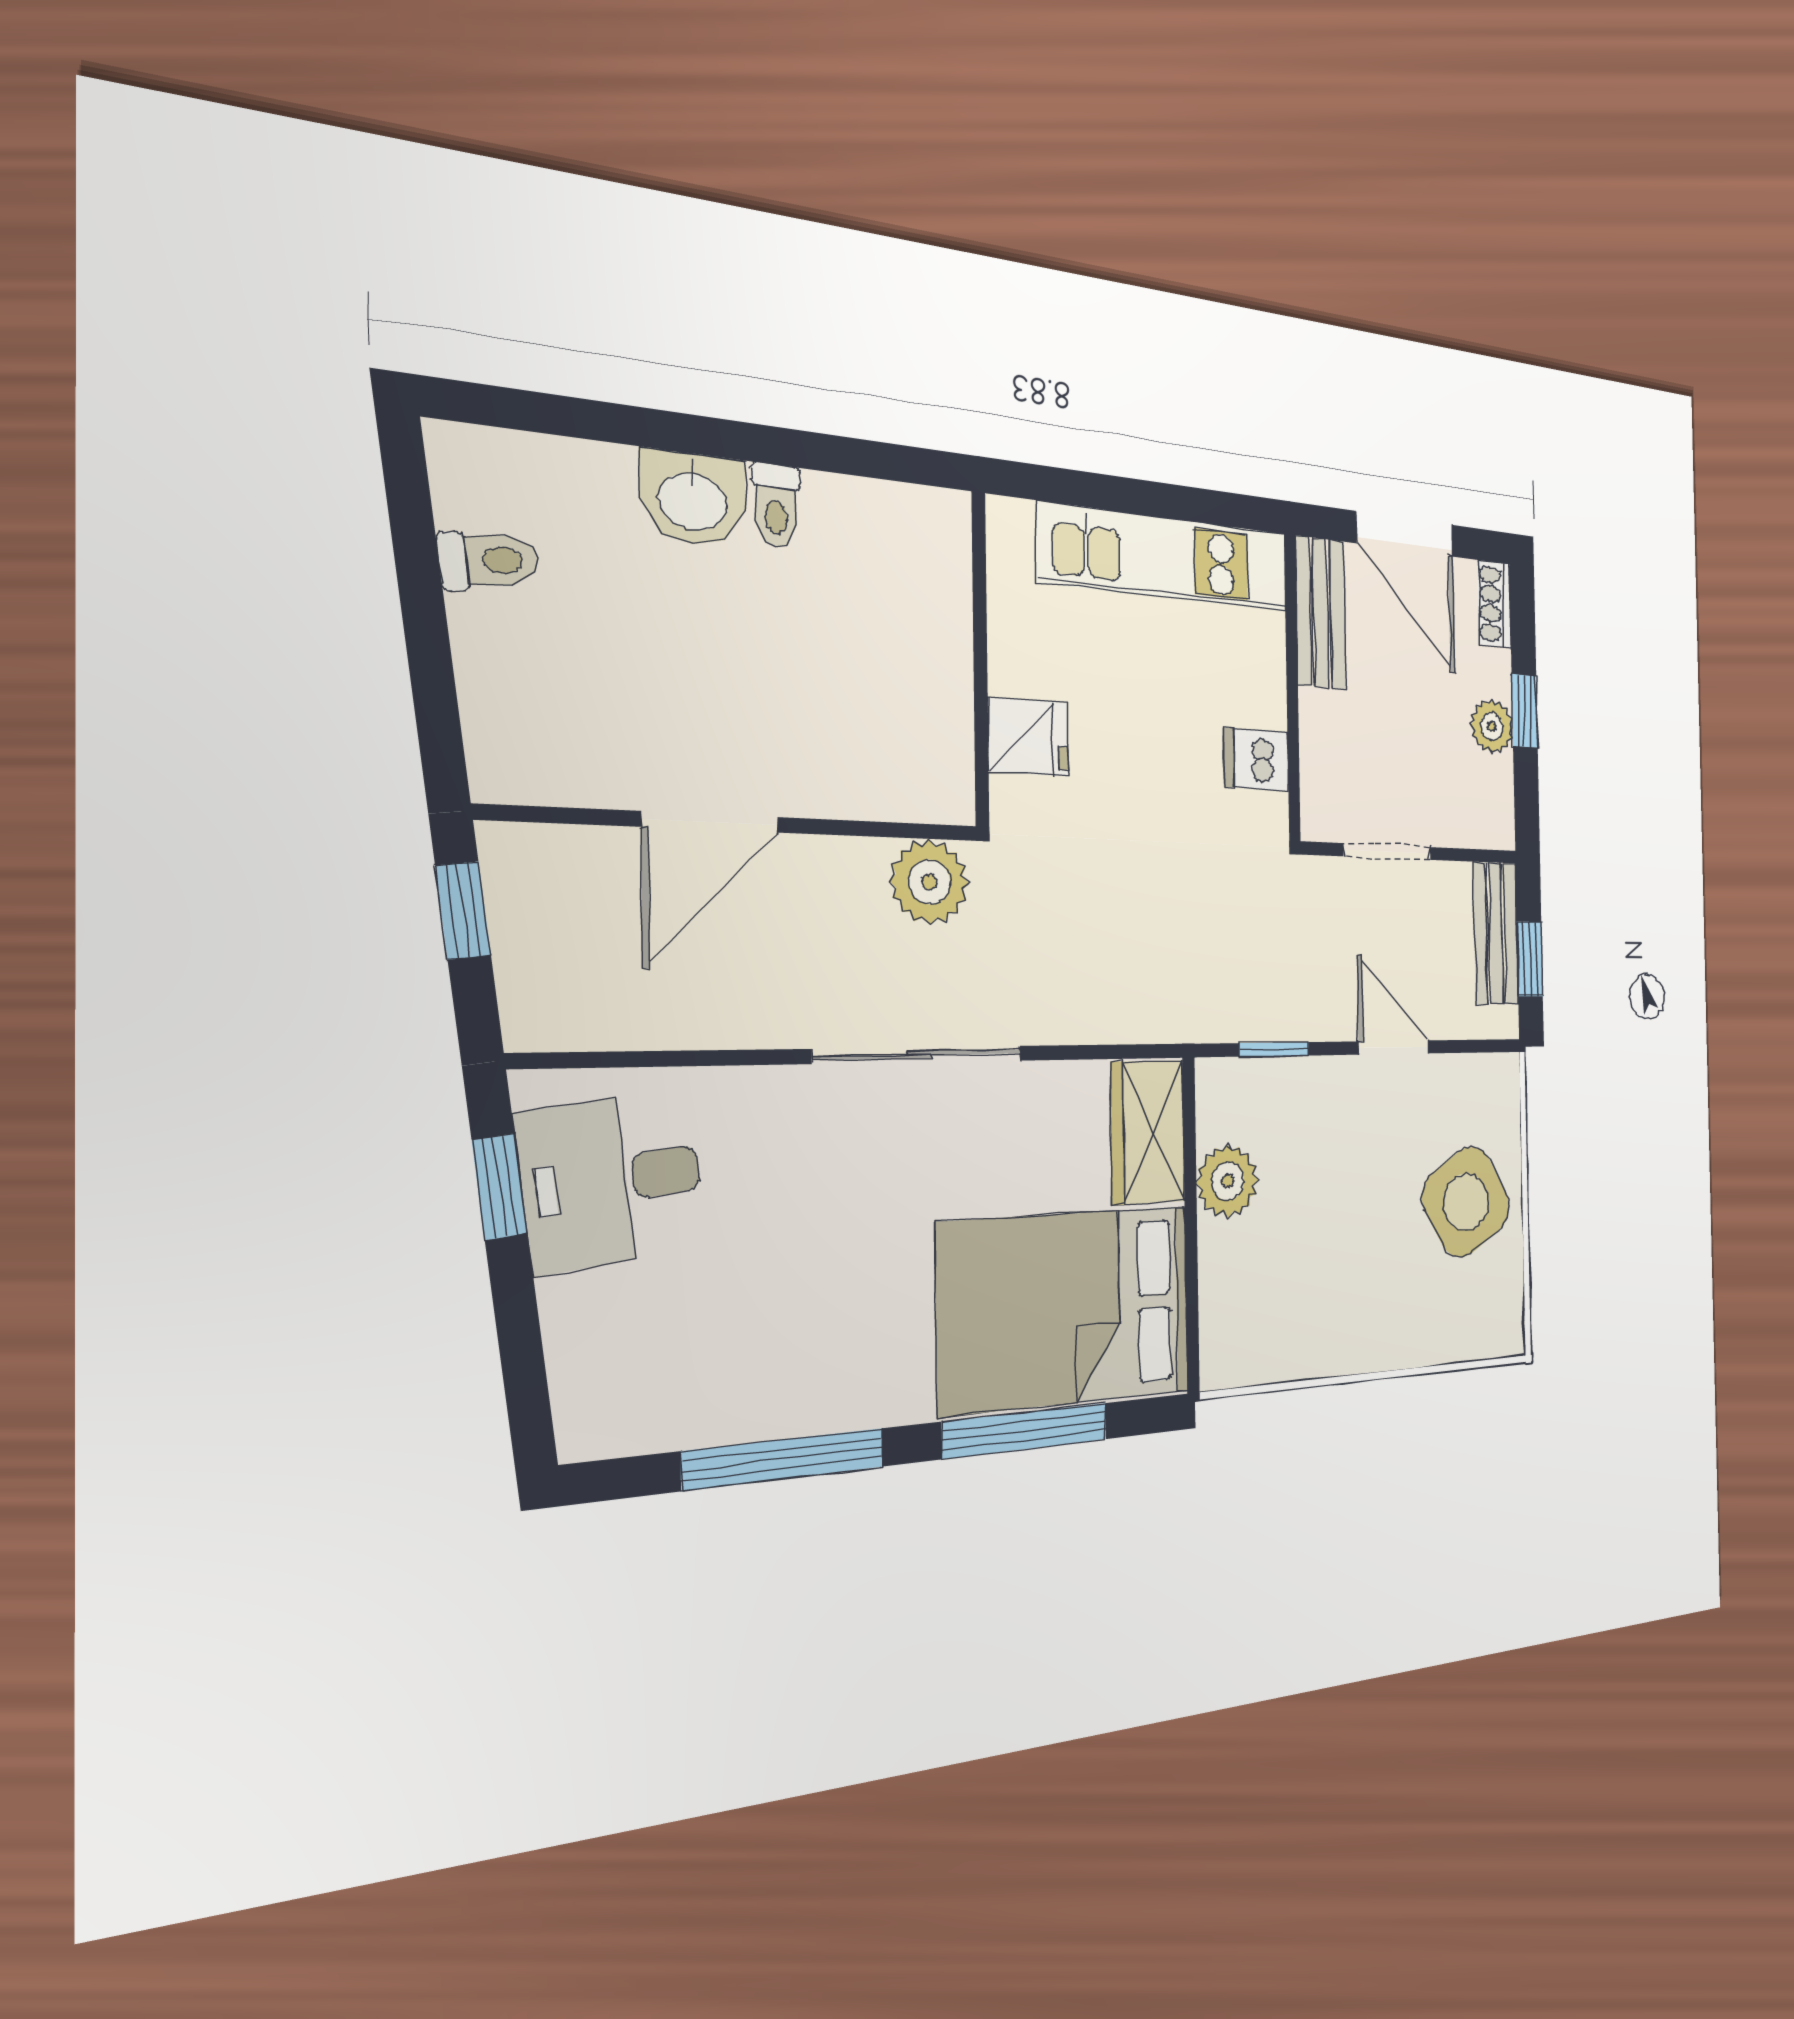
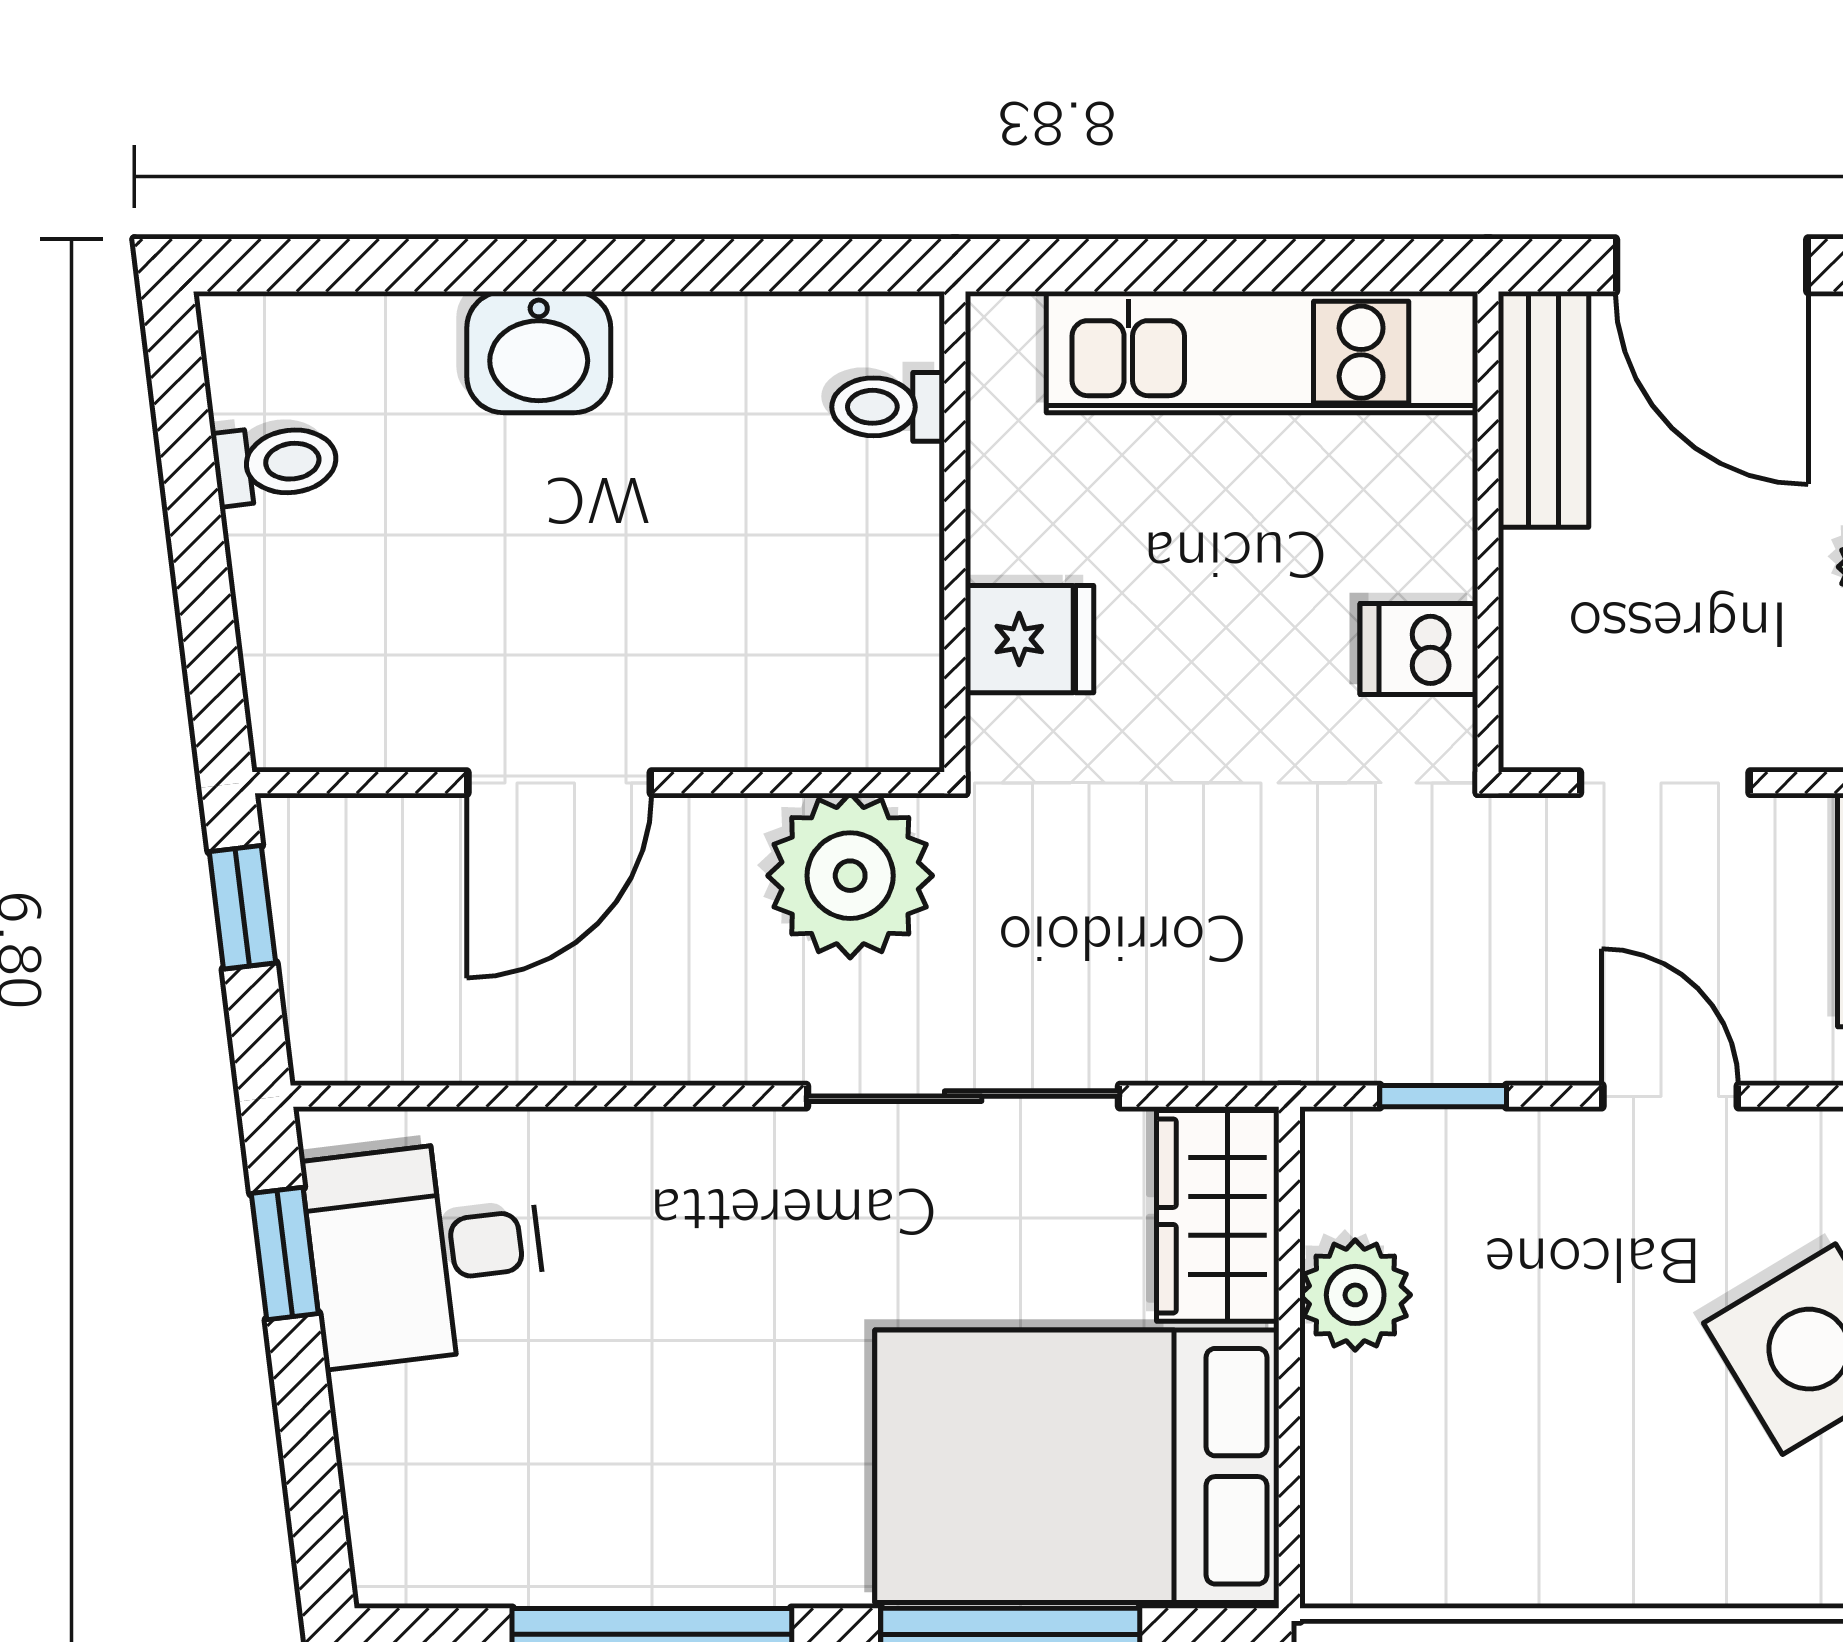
toilet: (776, 506) -> (888, 407), moved, turned 90
plant: (929, 882) -> (850, 876), width x1.36, depth x1.36
sliding door: (919, 1055) -> (963, 1096), moved

